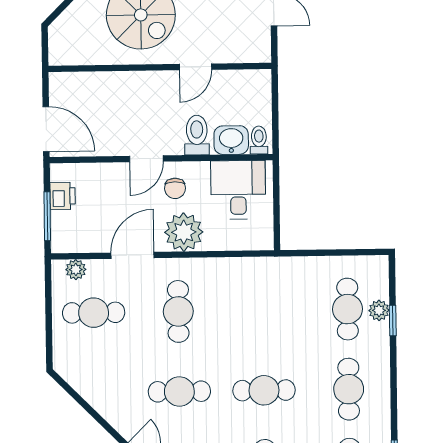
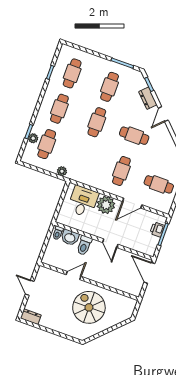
door: (146, 159) -> (110, 243), swing flipped
chair: (175, 188) -> (103, 226), removed
desk: (238, 190) -> (83, 202), moved, turned 180
printer: (63, 196) -> (157, 229), moved
plant: (76, 270) -> (62, 171), moved
cafe table: (264, 390) -> (97, 122), turned 90

